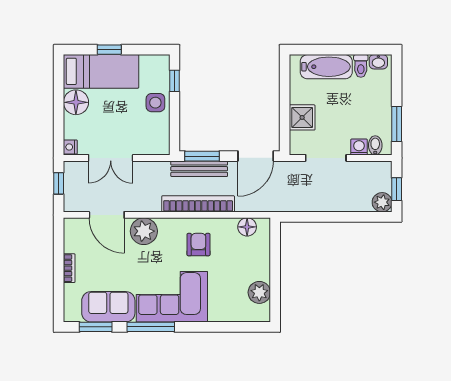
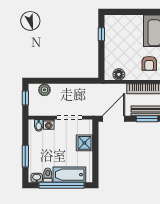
window: (339, 50) -> (61, 185), added
window: (397, 124) -> (25, 156), moved
plant: (382, 202) -> (44, 90), moved
window: (275, 291) -> (101, 34), added
plant: (259, 292) -> (111, 33), removed

